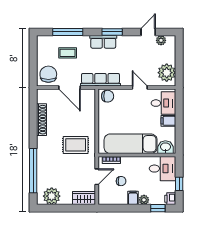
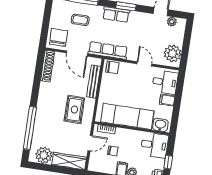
bench: (91, 114) -> (94, 82), added
shoe rack: (42, 120) -> (48, 66), moved
rug: (76, 145) -> (74, 110), turned 90
wardrobe: (84, 198) -> (69, 161), width x1.50

